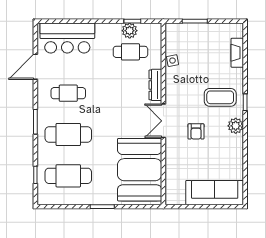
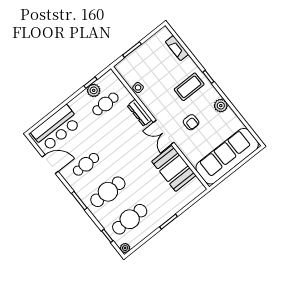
door: (35, 67) -> (50, 164), swing flipped
plant: (236, 126) -> (221, 106), moved
booth: (140, 170) -> (174, 168), width x0.73, depth x0.70
sofa: (215, 193) -> (227, 156), width x1.36, depth x1.27
plant: (43, 199) -> (125, 248), added

